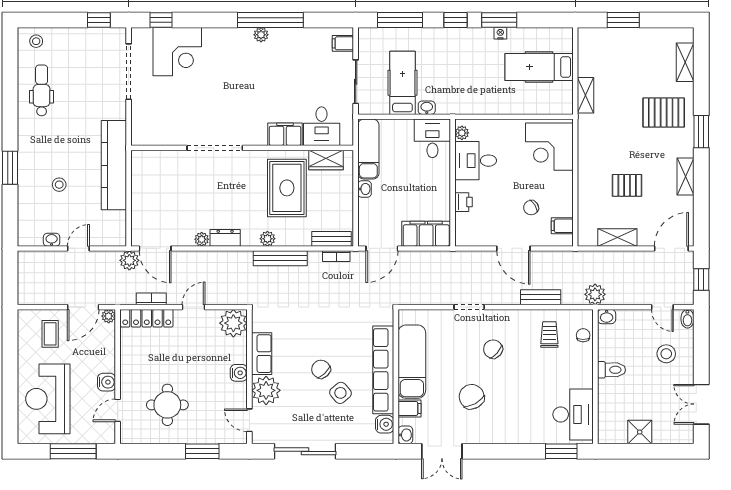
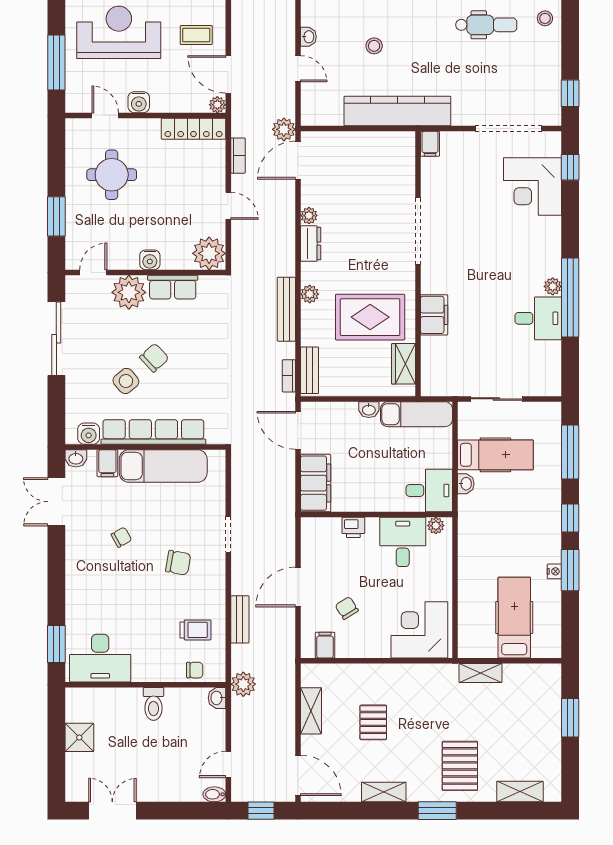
filing cabinet: (343, 43) -> (430, 144), moved, turned 180
desk: (322, 126) -> (538, 318), moved, turned 180
locker: (147, 318) -> (193, 129), moved, turned -90
chair: (493, 349) -> (178, 563), turned 59
stool: (666, 354) -> (173, 769), removed
chair: (472, 397) -> (121, 537), width x0.54, depth x0.54

